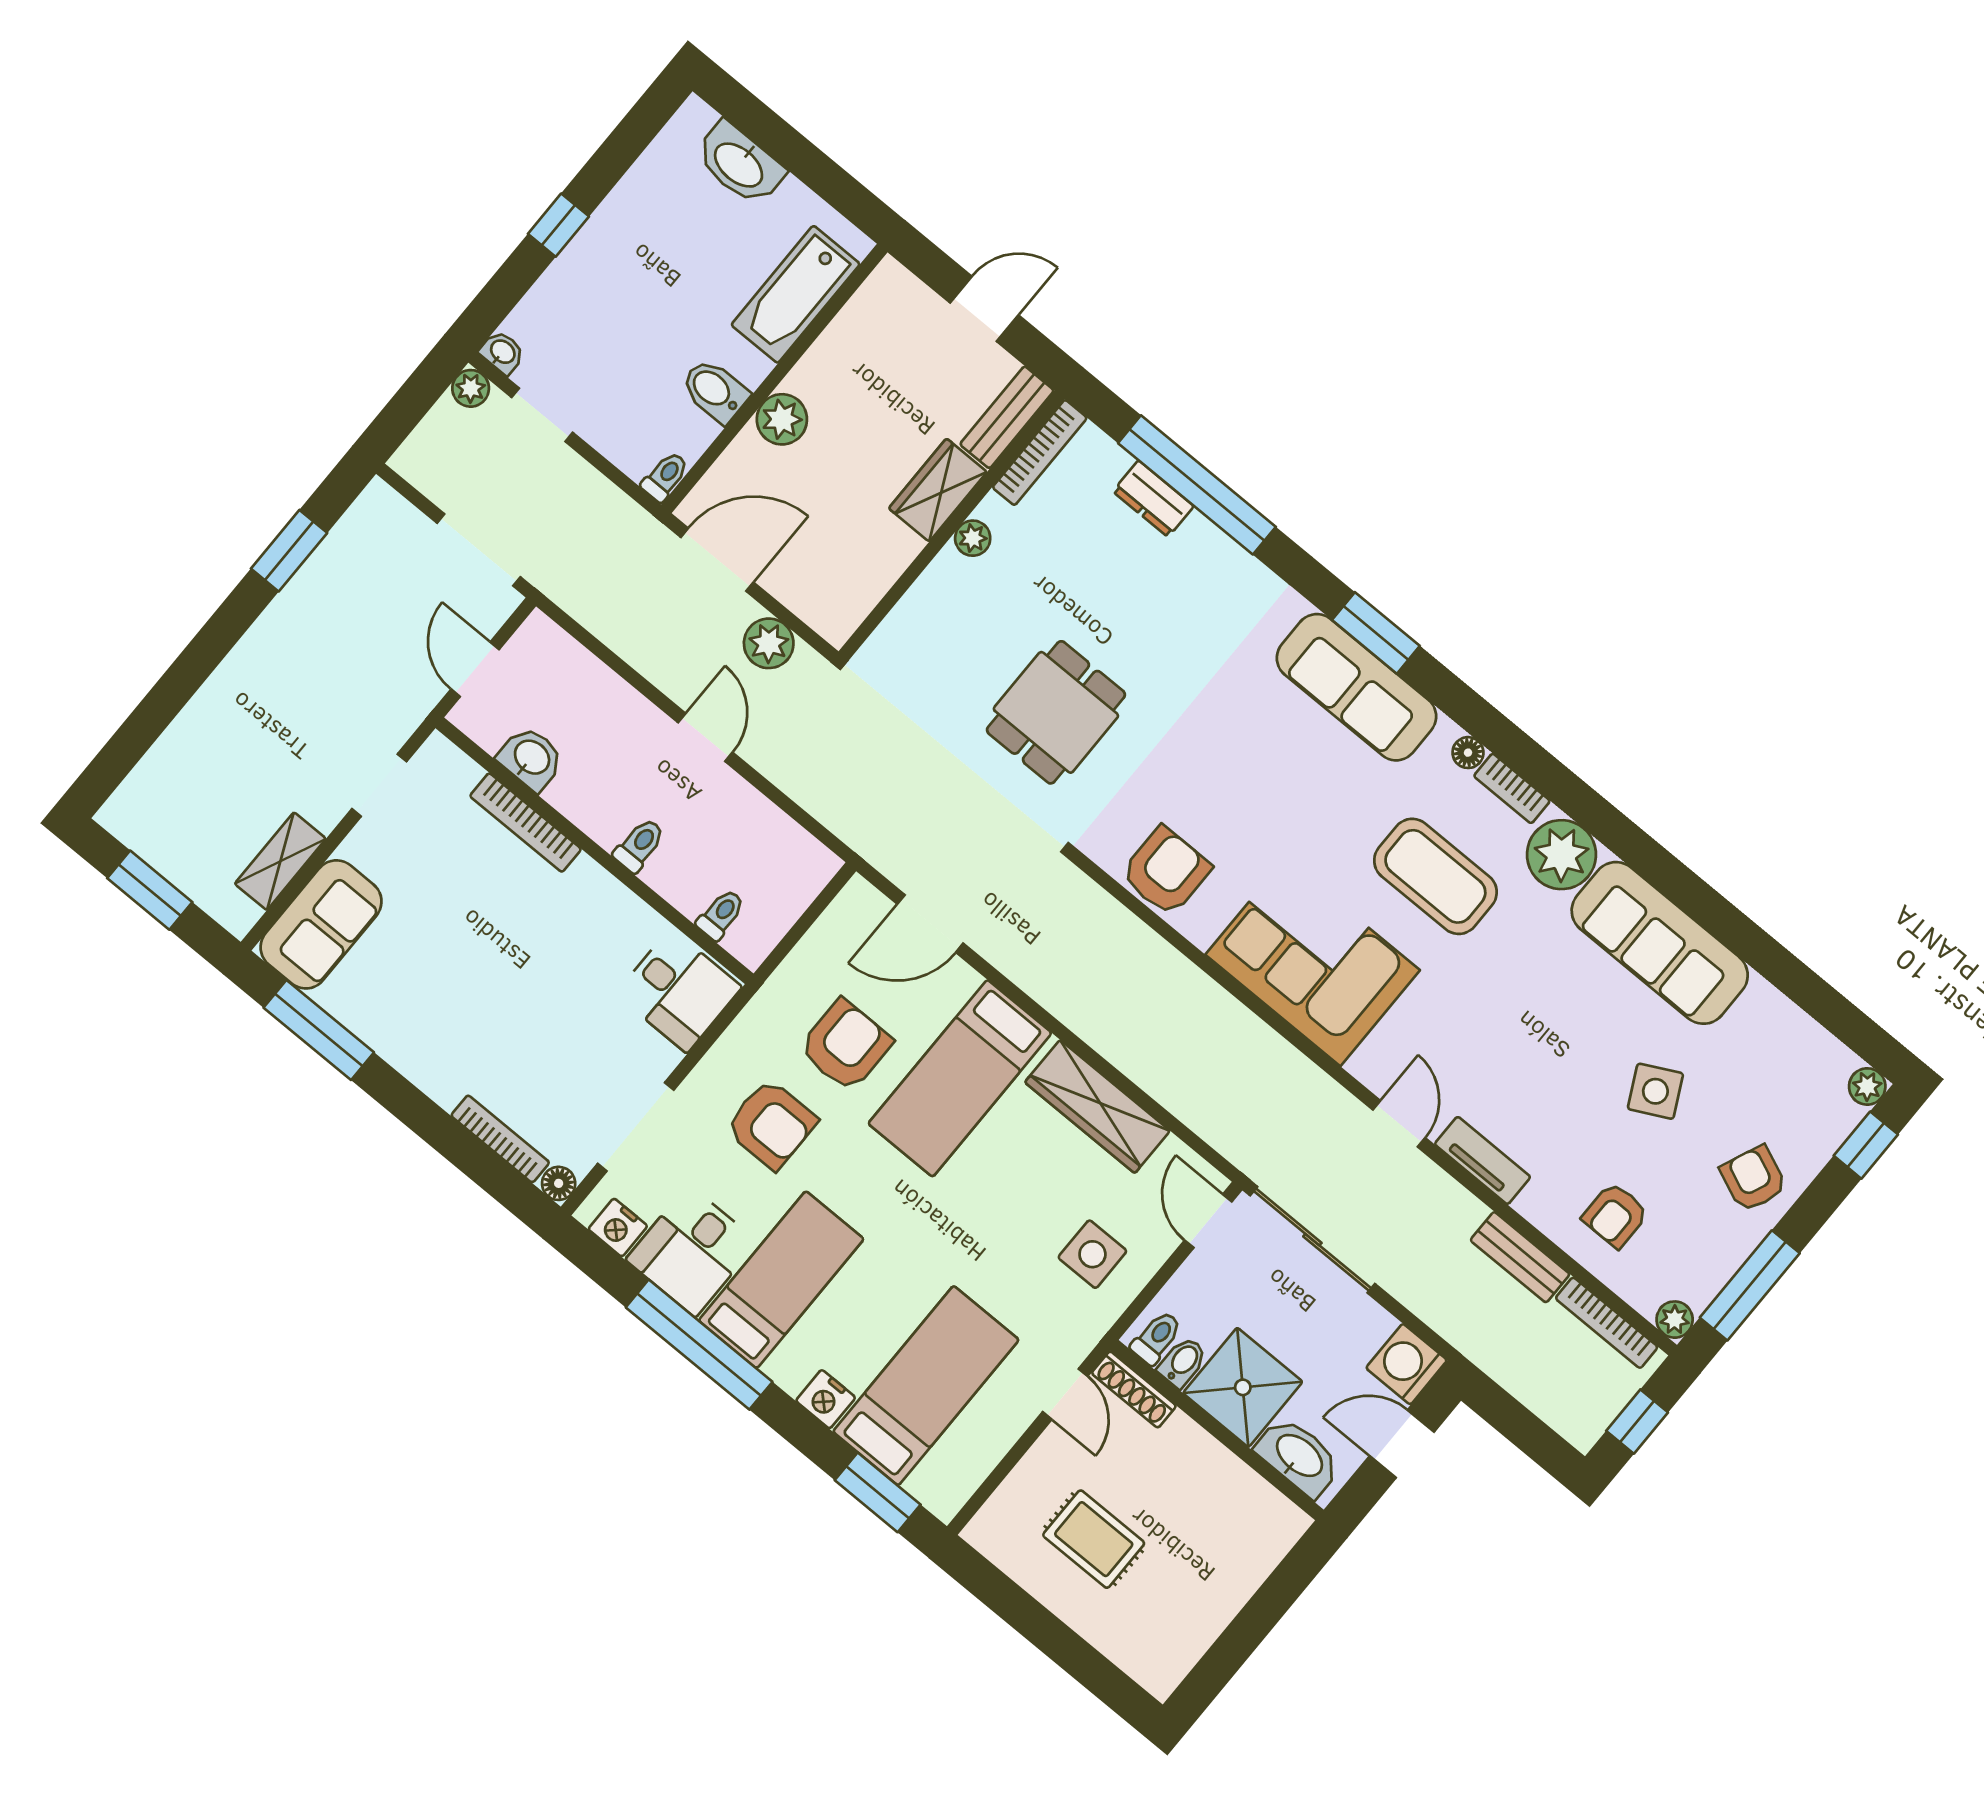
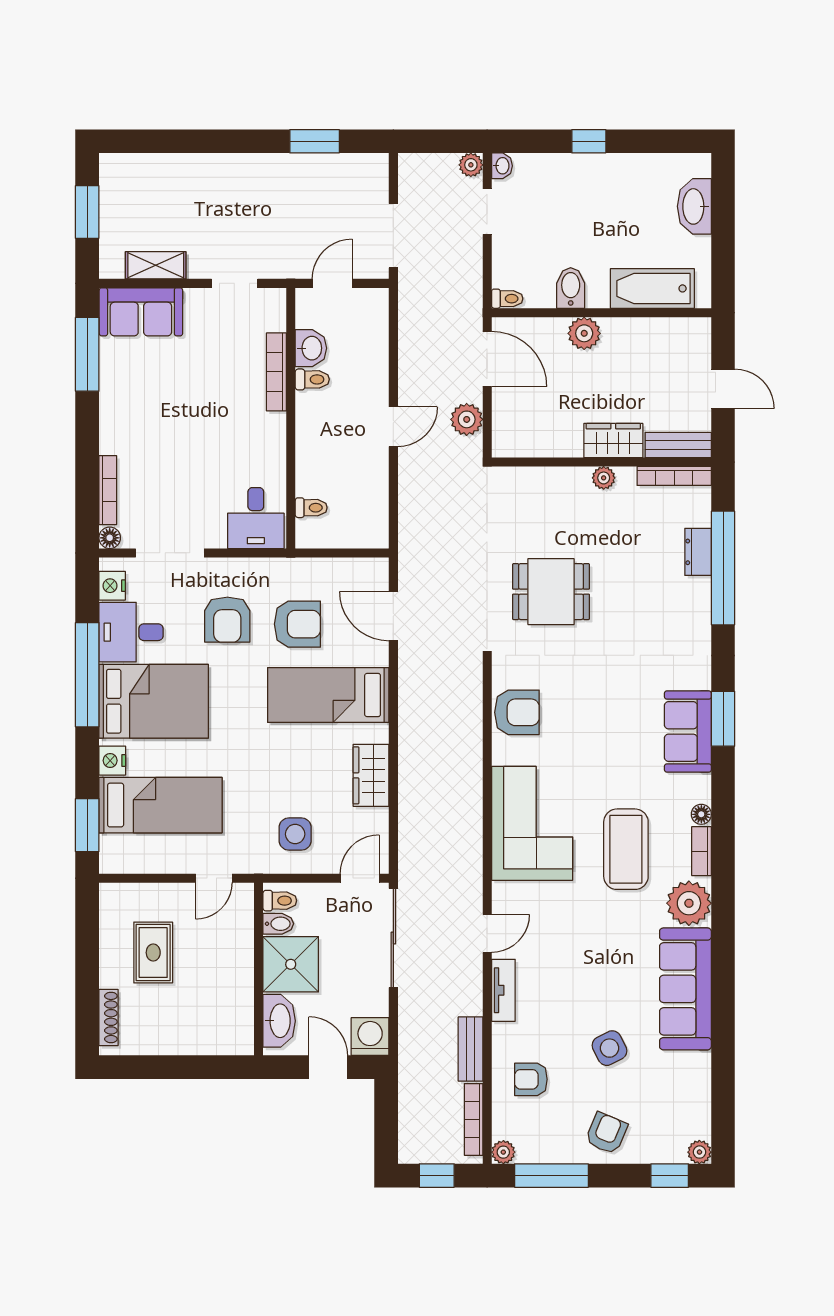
sofa: (1357, 687) -> (688, 732), width x0.73
toilet: (639, 845) -> (312, 379), moved
wardrobe: (1097, 1107) -> (371, 775), width x0.67
bed: (781, 1280) -> (154, 701), width x1.50
shoe rack: (1134, 1389) -> (108, 1017), moved, turned 180

